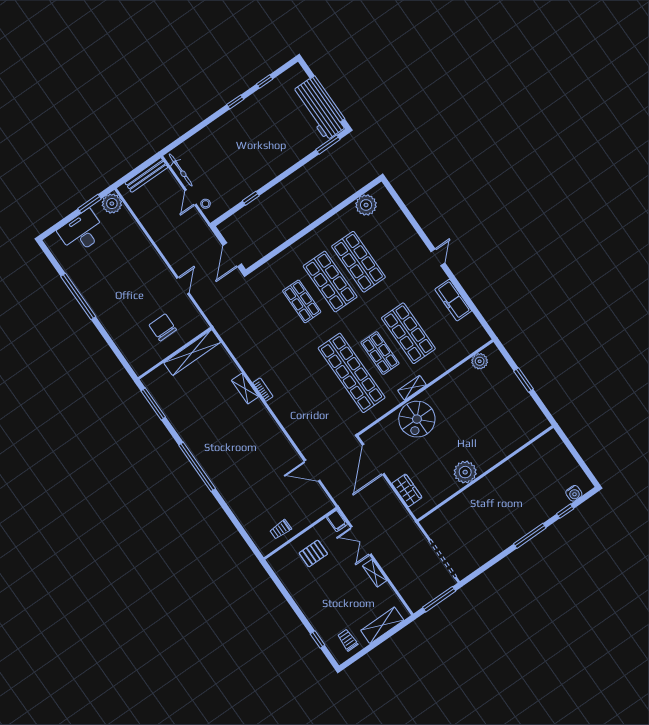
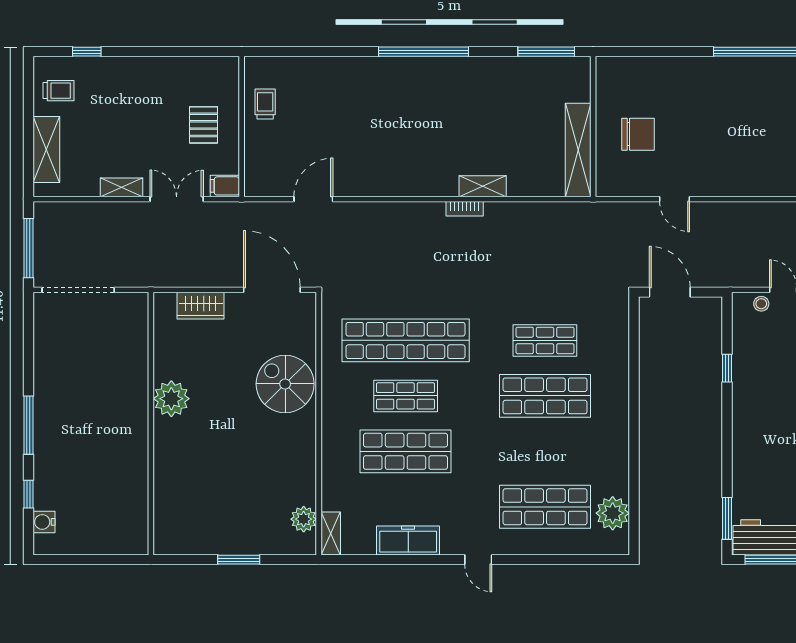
shop shelf: (359, 262) -> (545, 507), moved
shelving: (412, 388) -> (331, 534), moved

